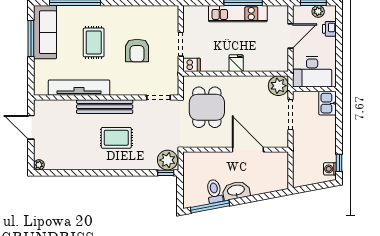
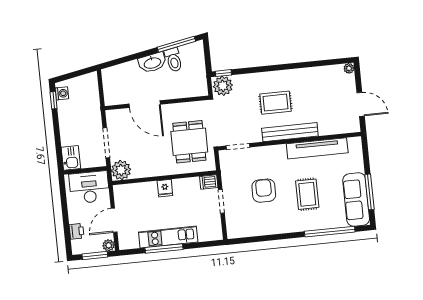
plant: (318, 11) -> (109, 245), moved

